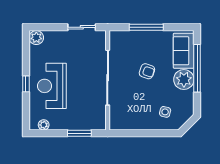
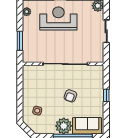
sliding door: (82, 27) -> (106, 31), moved
window: (146, 27) -> (106, 95), width x0.46

